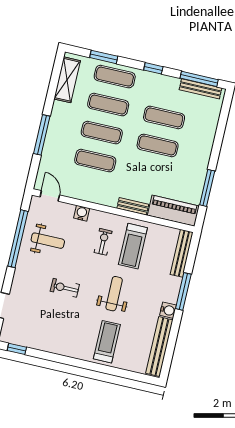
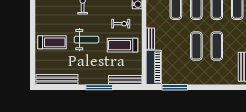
water cooler: (168, 310) -> (84, 80), removed

